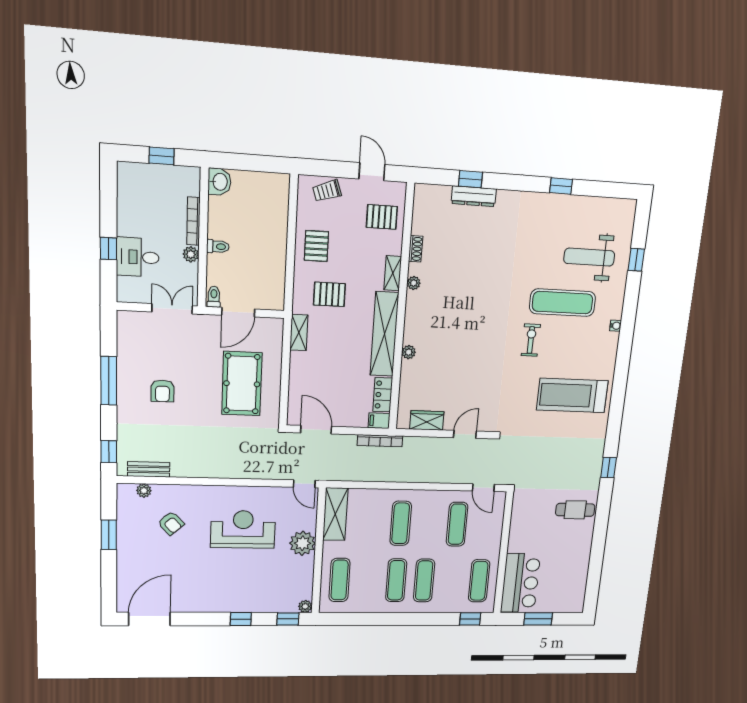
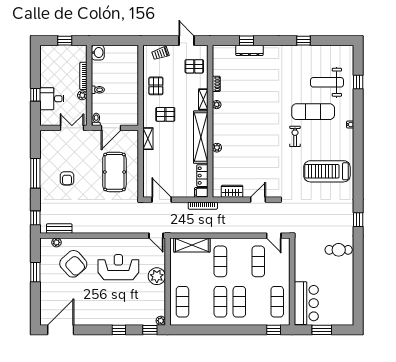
shelving: (335, 514) -> (192, 245), moved, turned 90
armchair: (171, 523) -> (73, 264), width x1.88, depth x1.88

